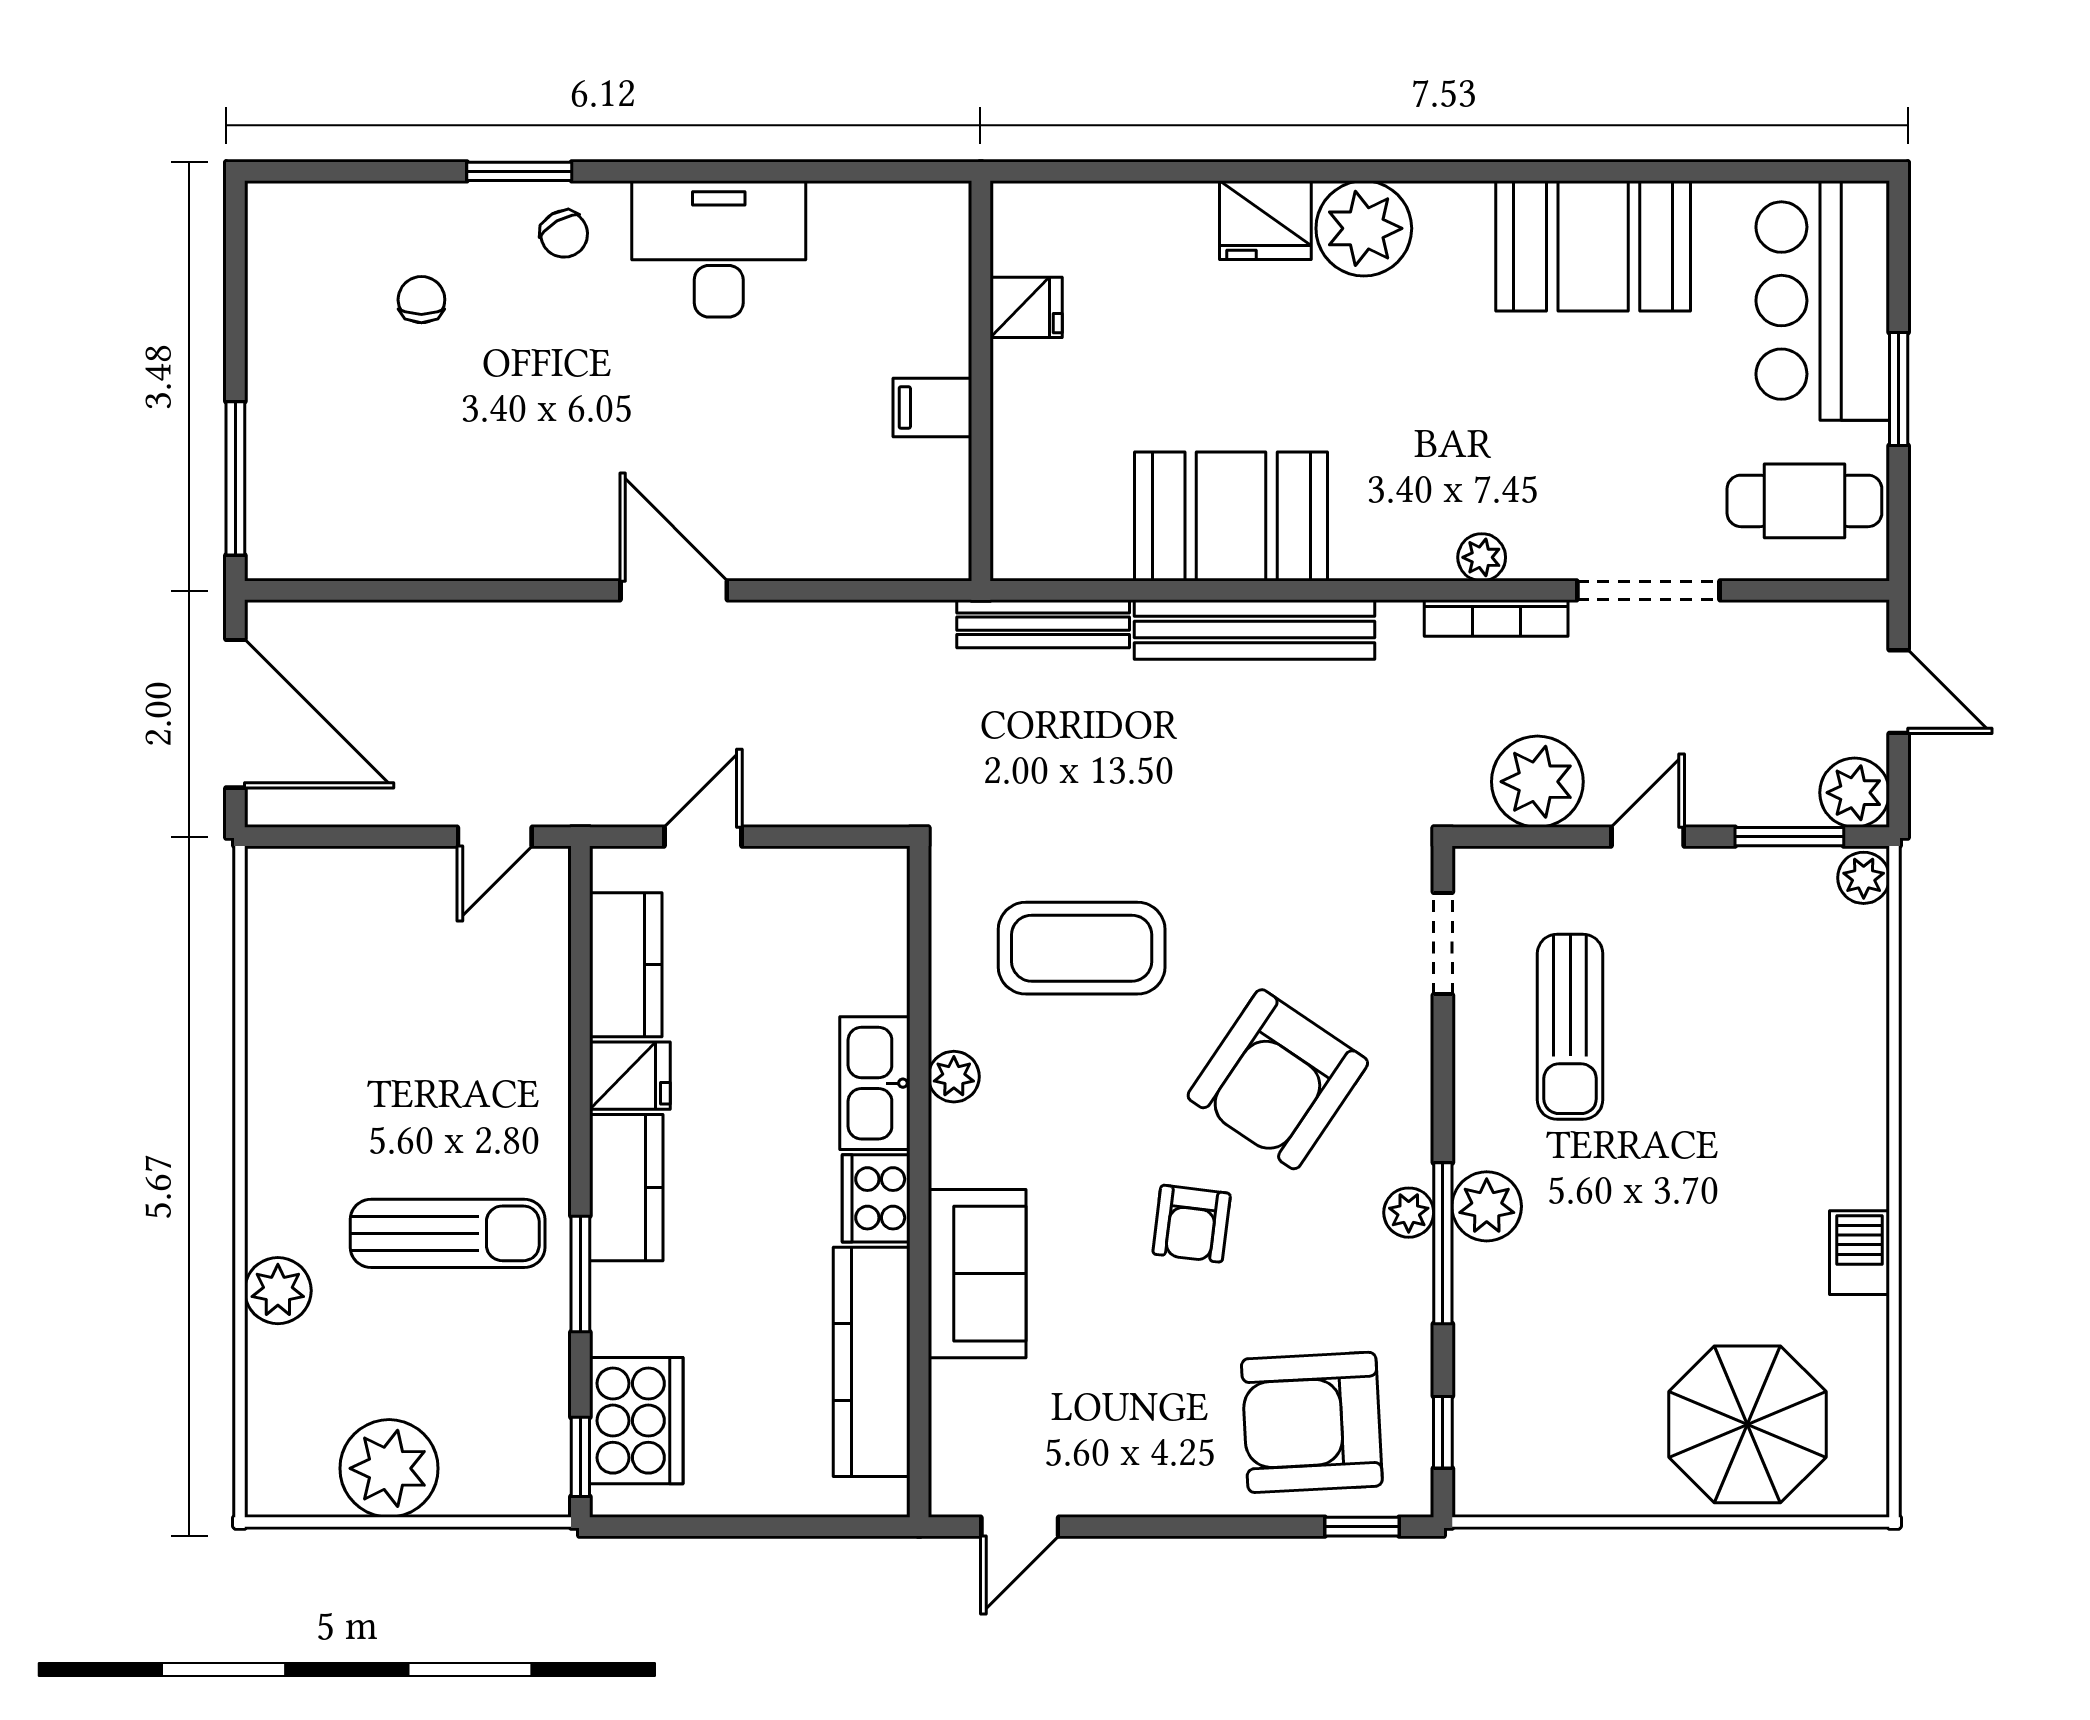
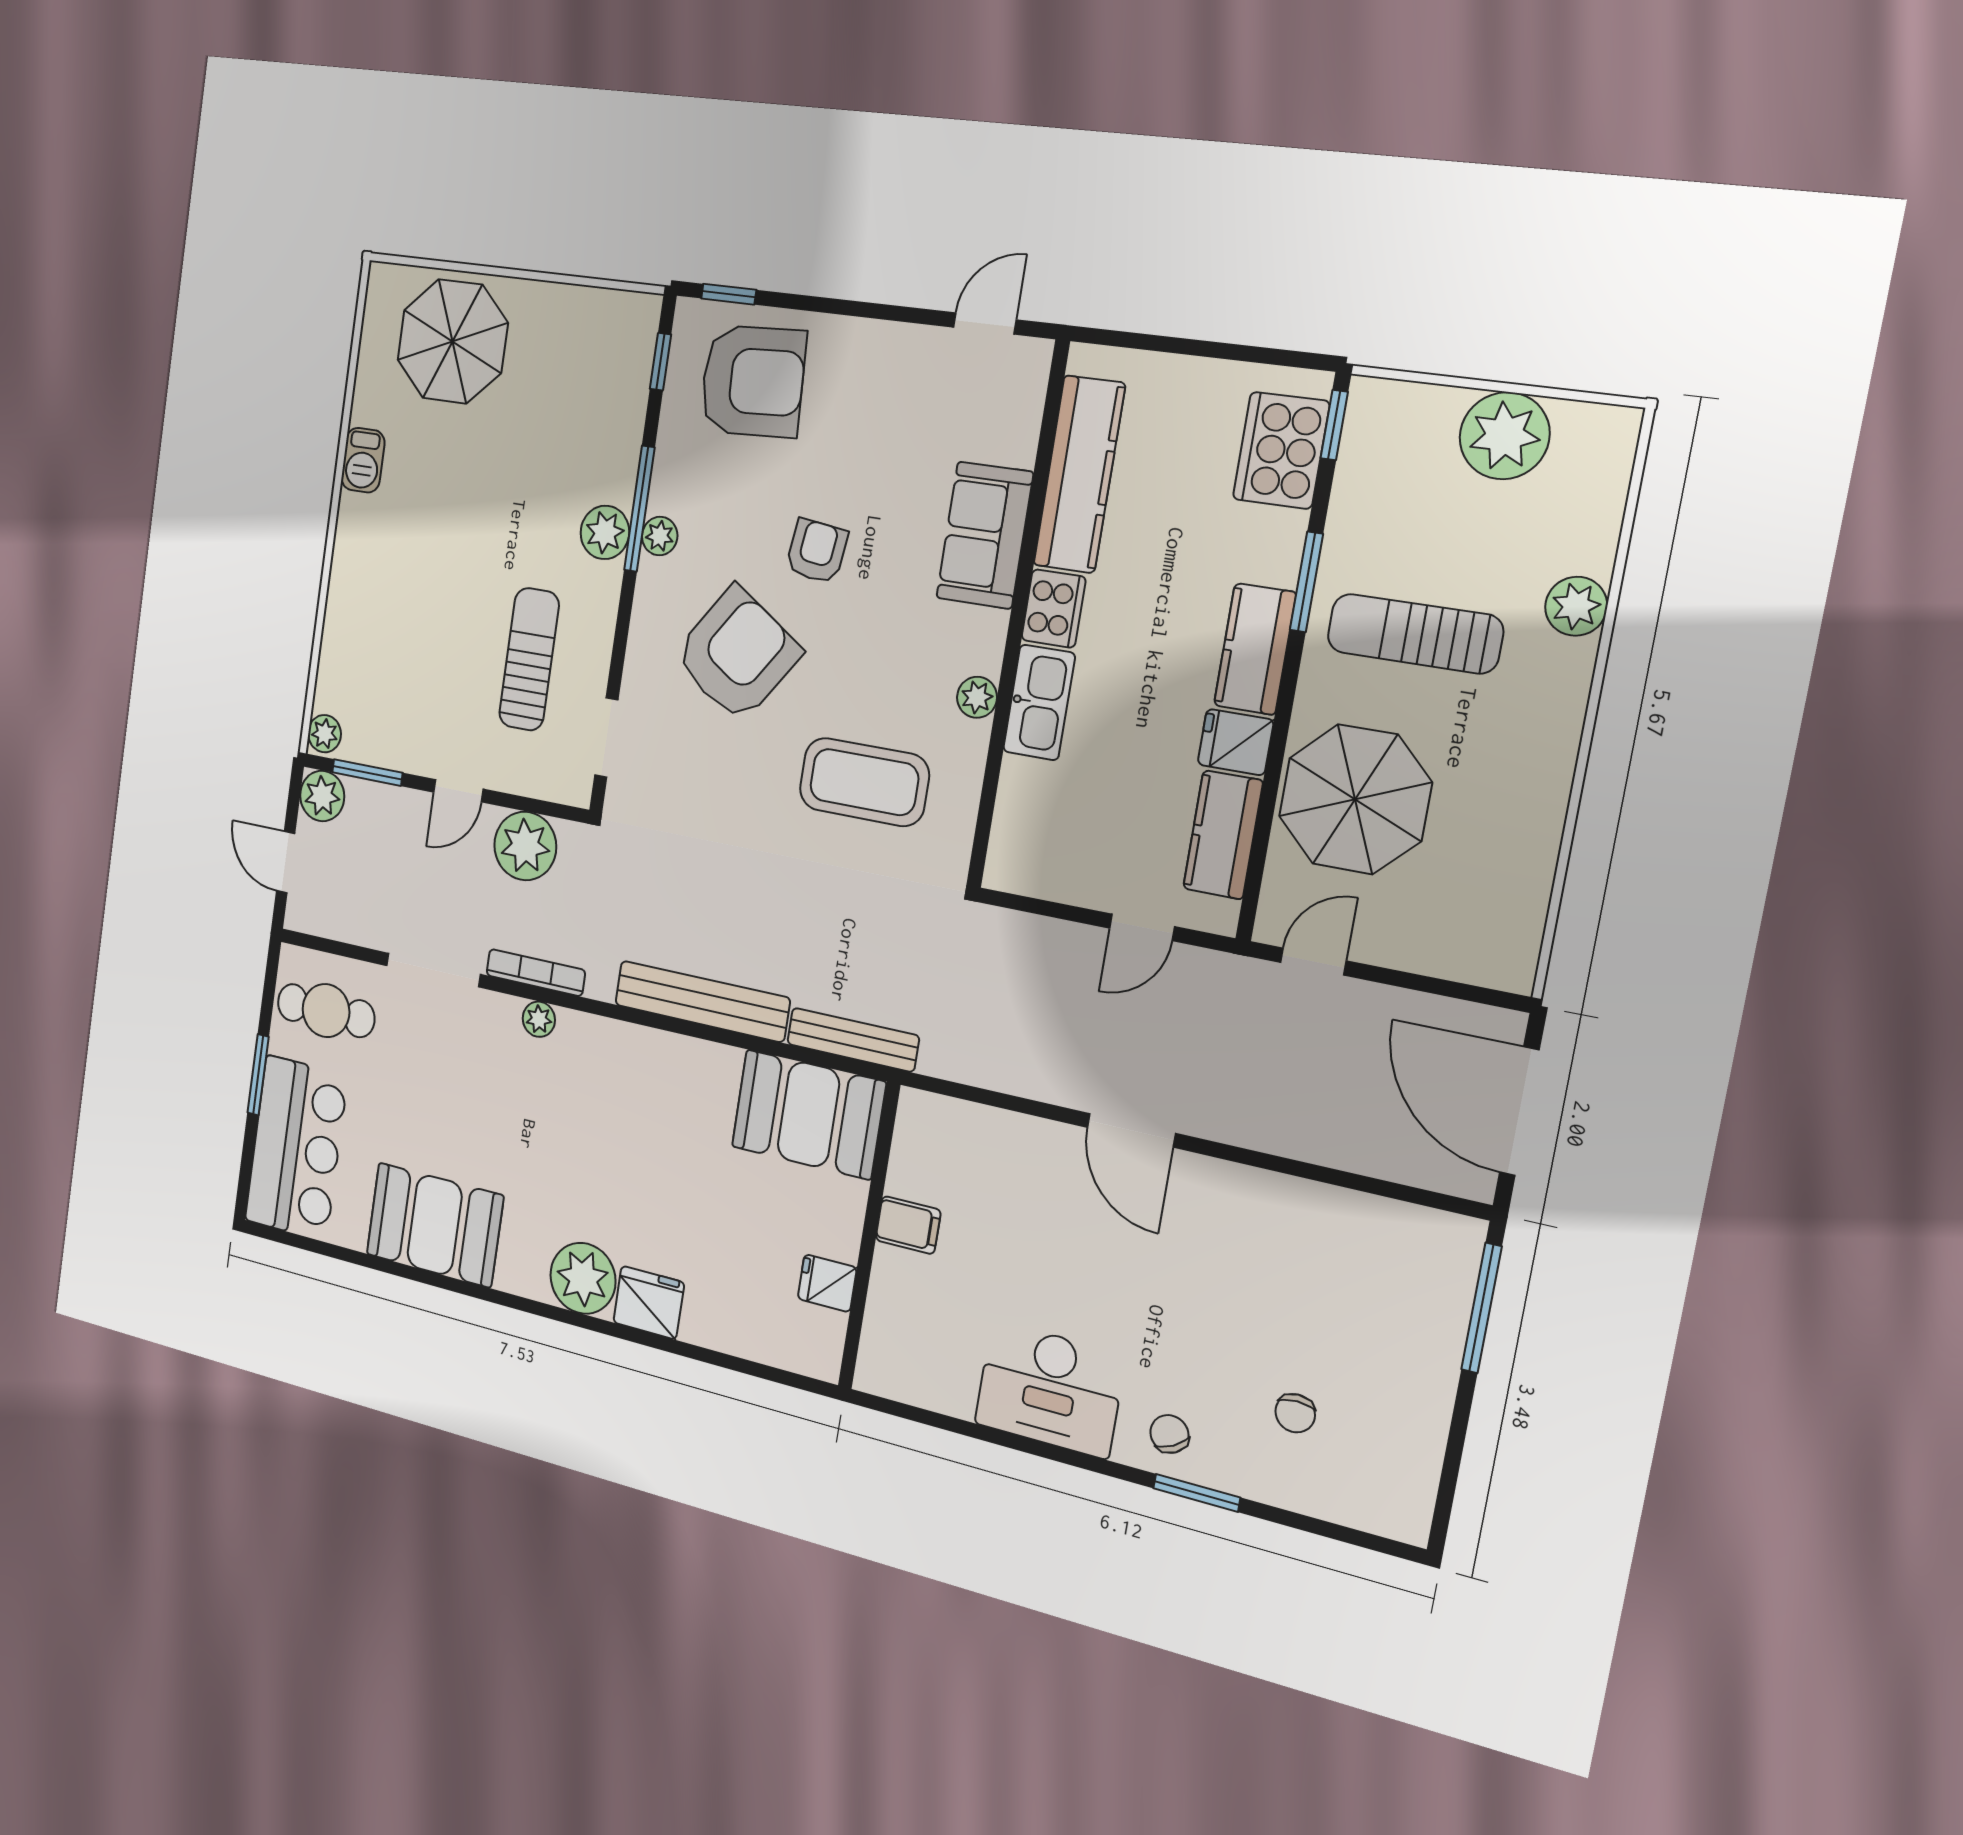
booth: (1231, 516) -> (808, 1114), moved
parasol: (481, 1033) -> (1355, 799), added

